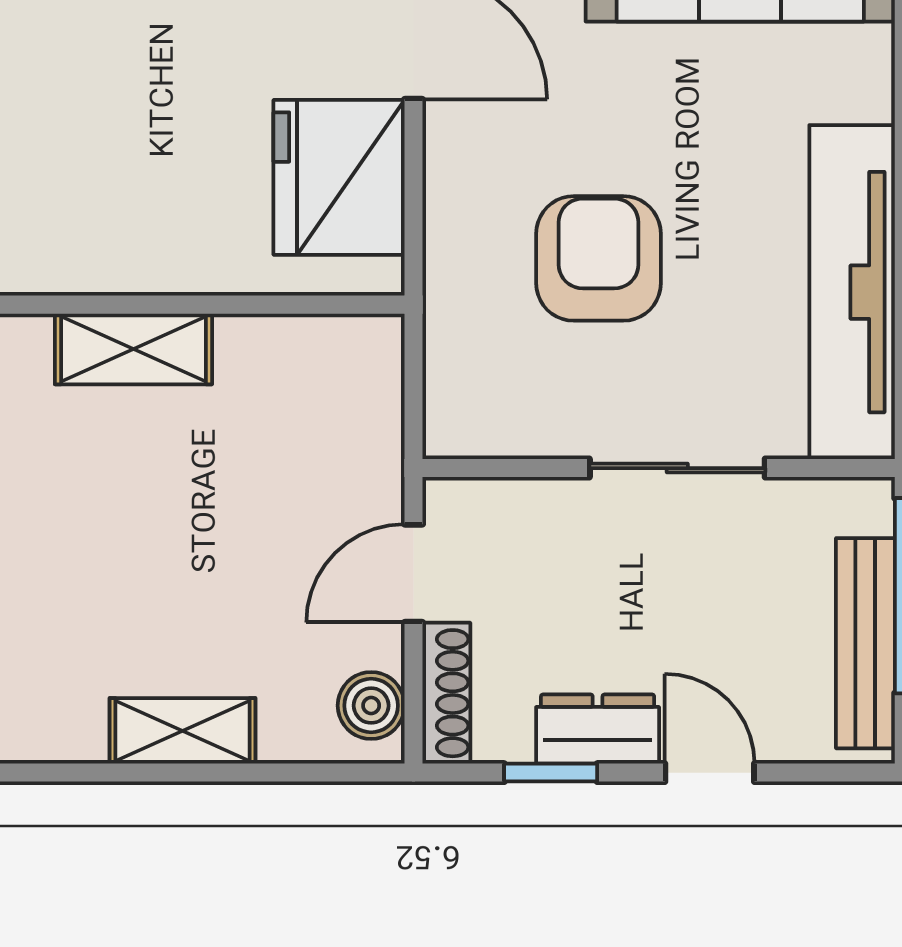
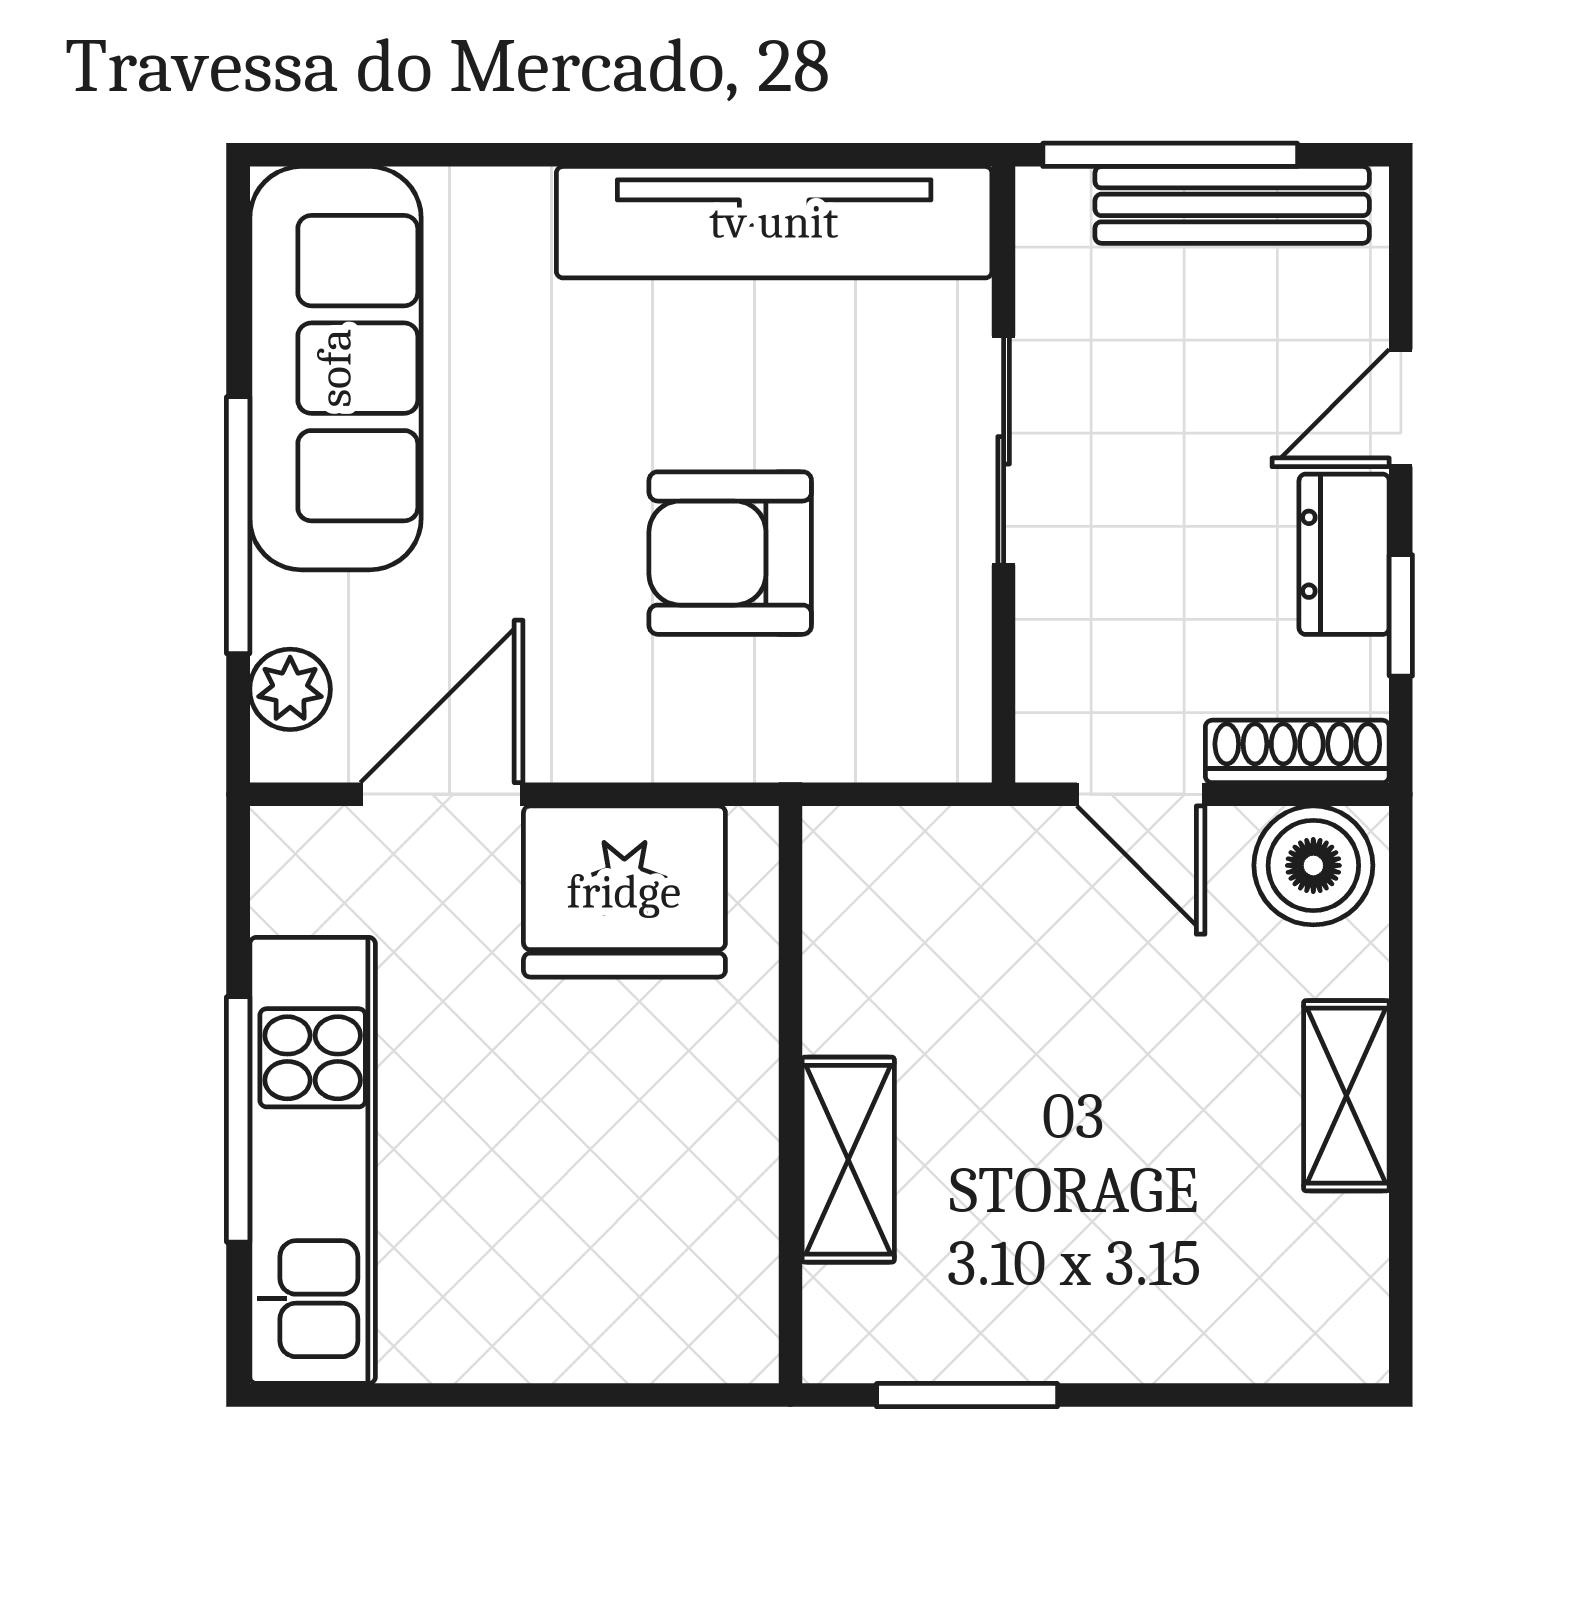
boiler: (371, 706) -> (1313, 865), width x1.36, depth x1.36

